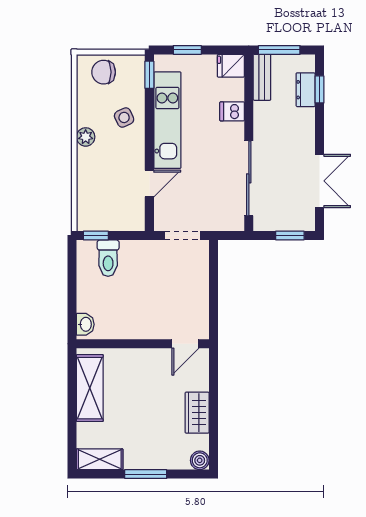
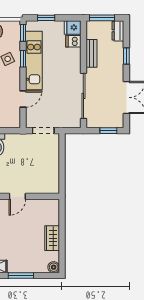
bench: (262, 77) -> (91, 53), moved
window: (319, 89) -> (126, 56), moved
dresser: (306, 90) -> (118, 31), moved
dishwasher: (232, 111) -> (73, 41), moved
window: (149, 117) -> (23, 59), added
door: (185, 344) -> (17, 196), moved

